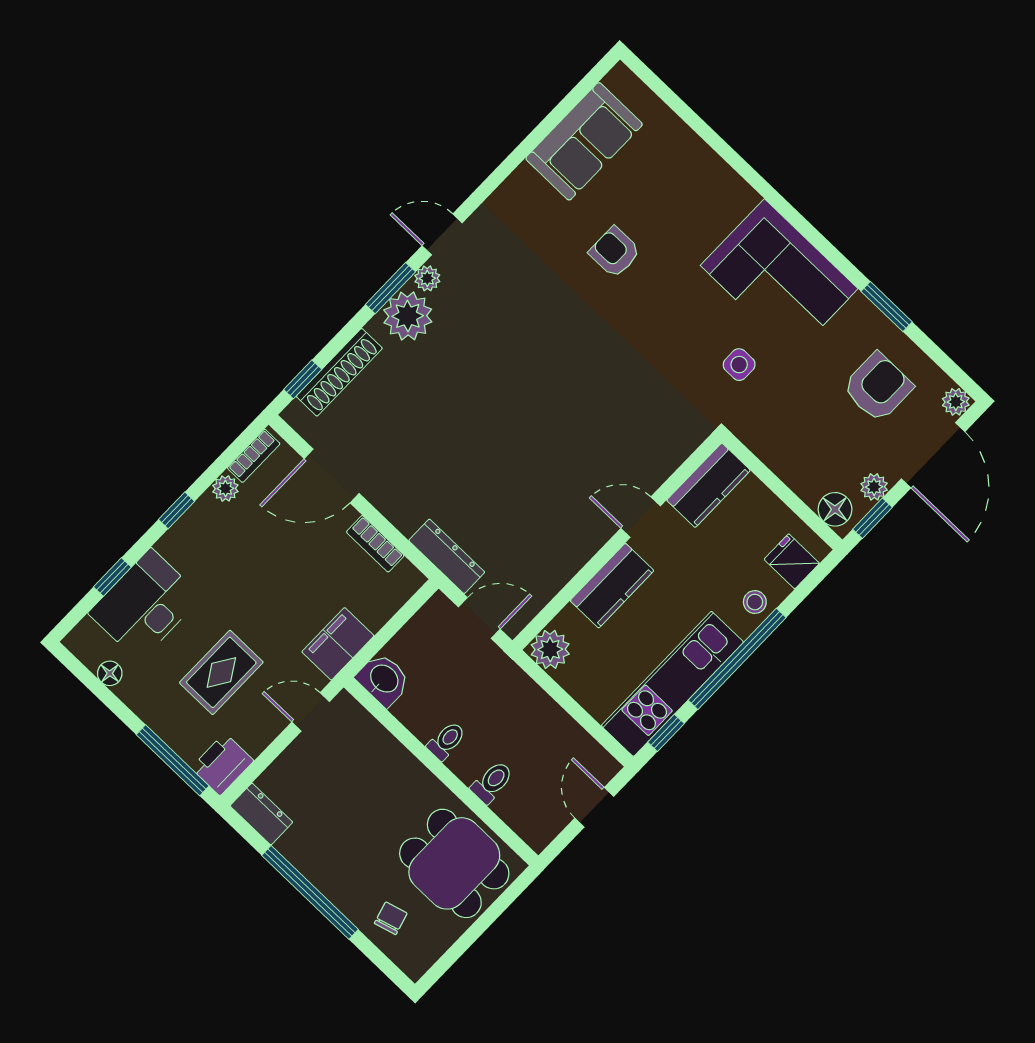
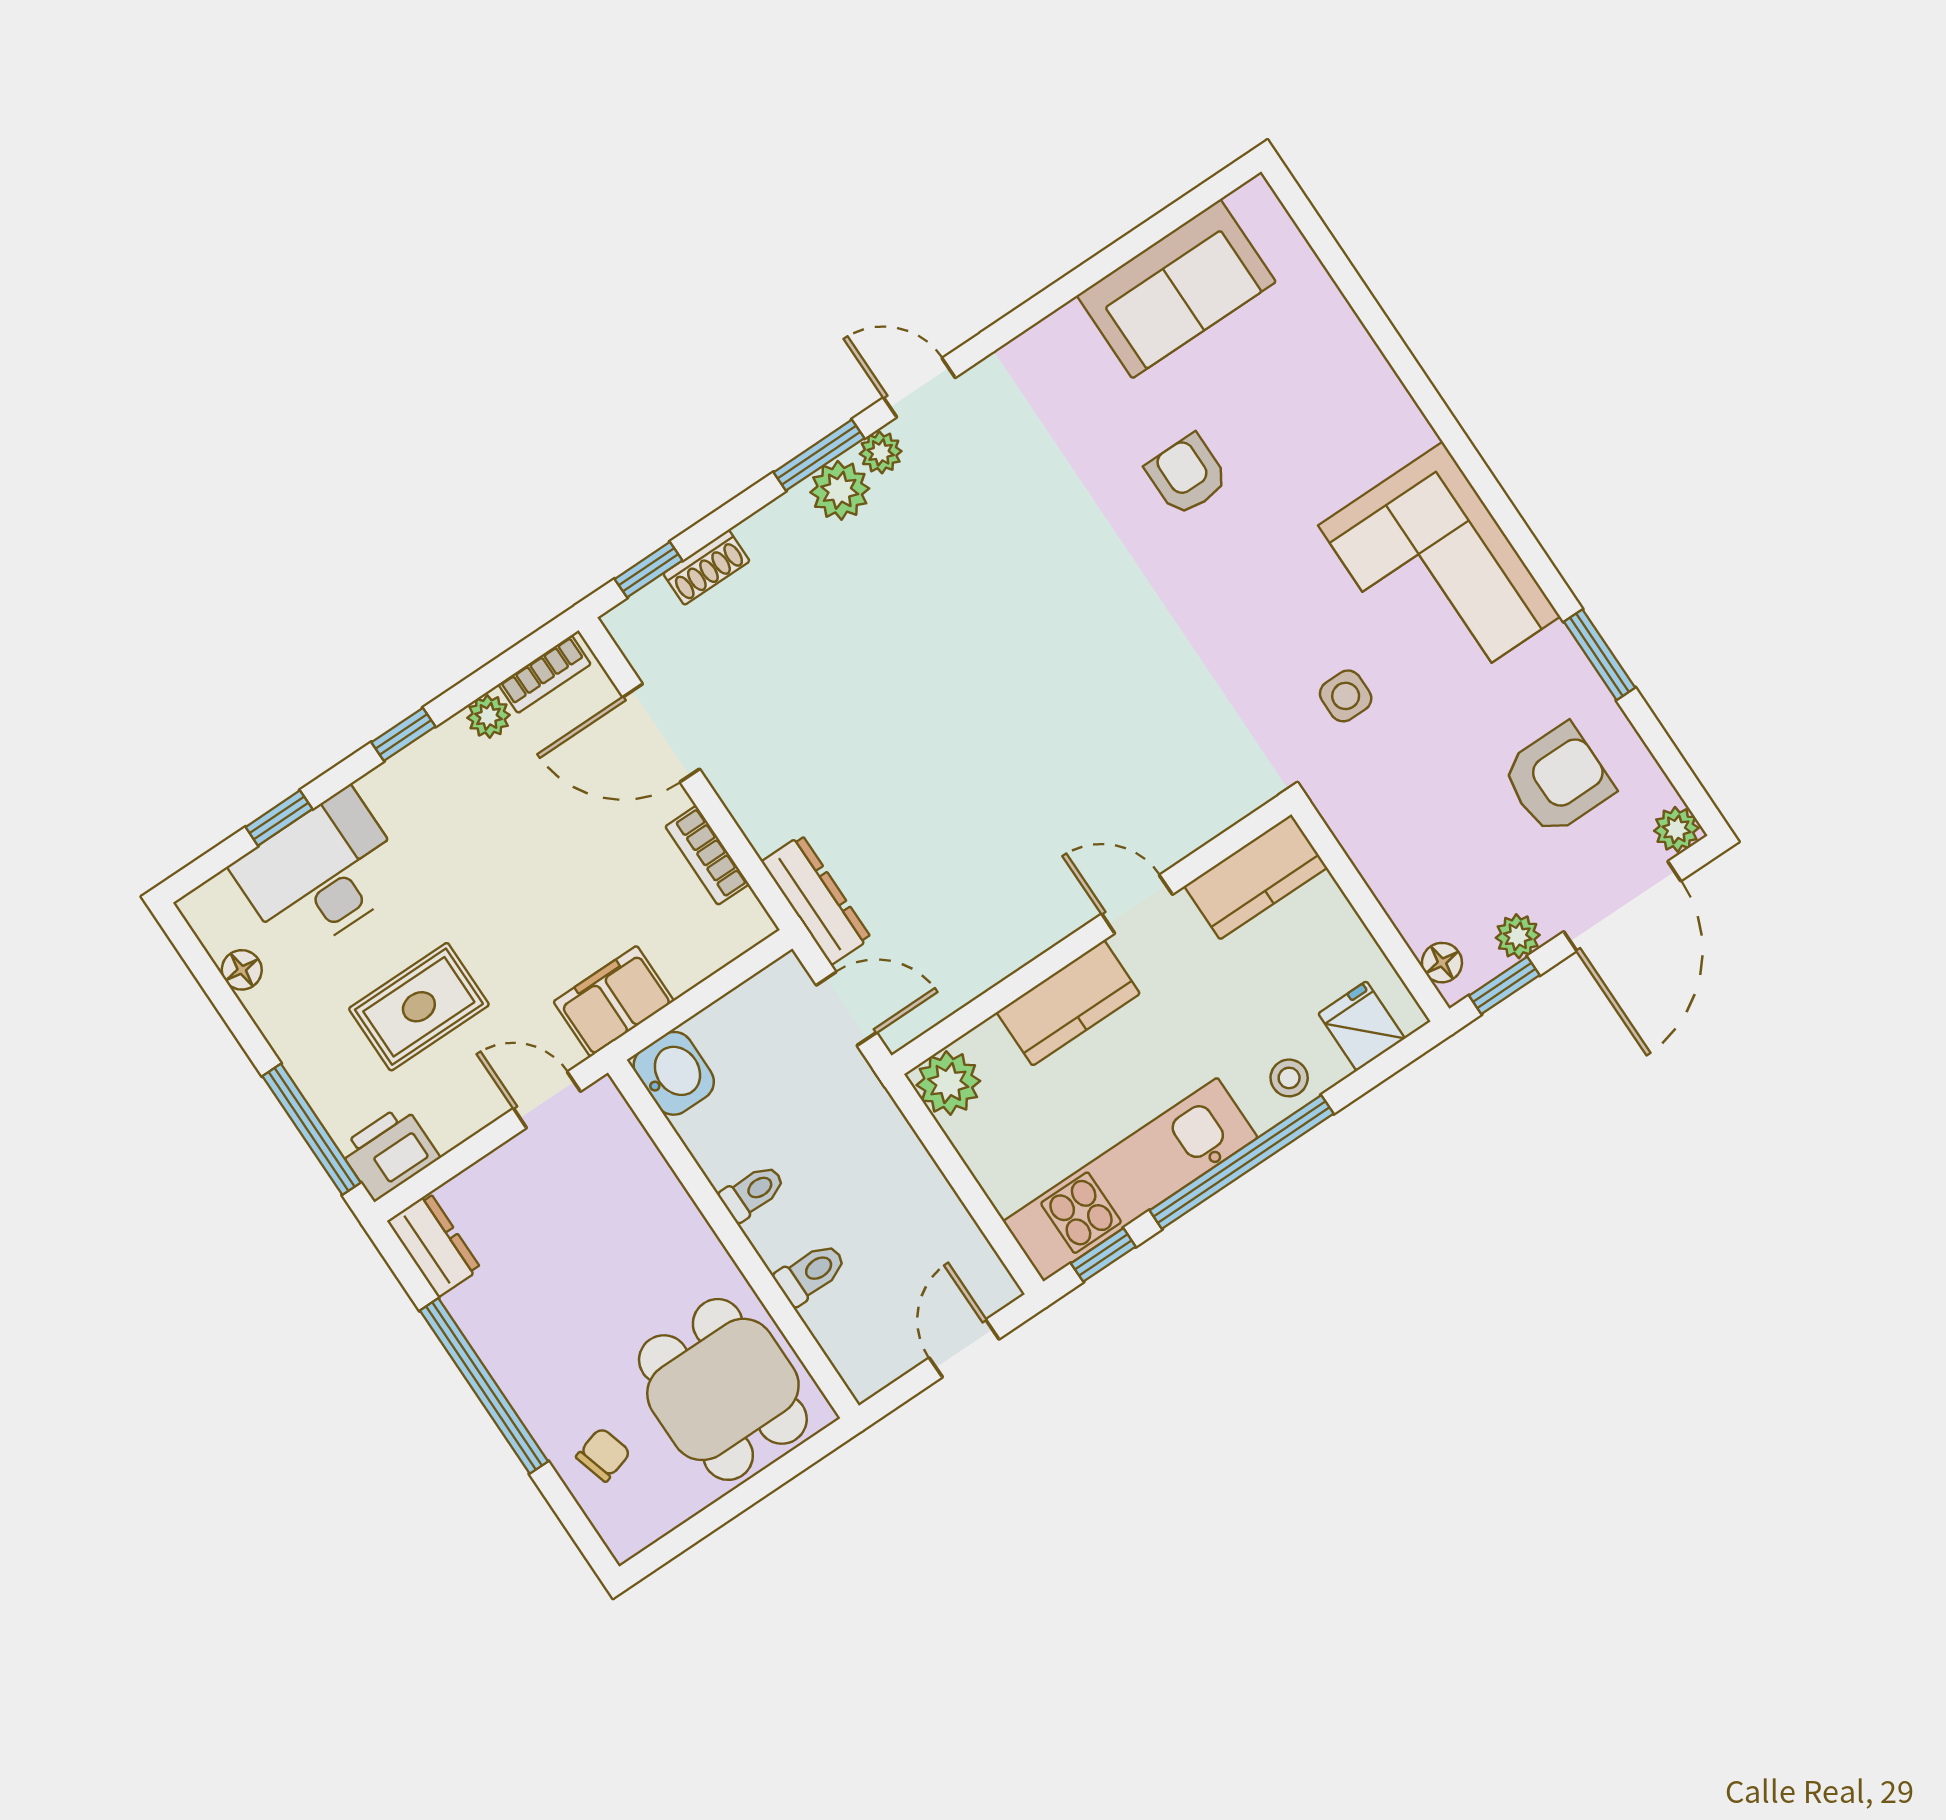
plant: (408, 316) -> (840, 490), width x0.73, depth x0.73
shoe rack: (339, 372) -> (706, 567), width x0.51, depth x0.81
floor lamp: (835, 509) -> (1442, 963), width x0.73, depth x0.73

